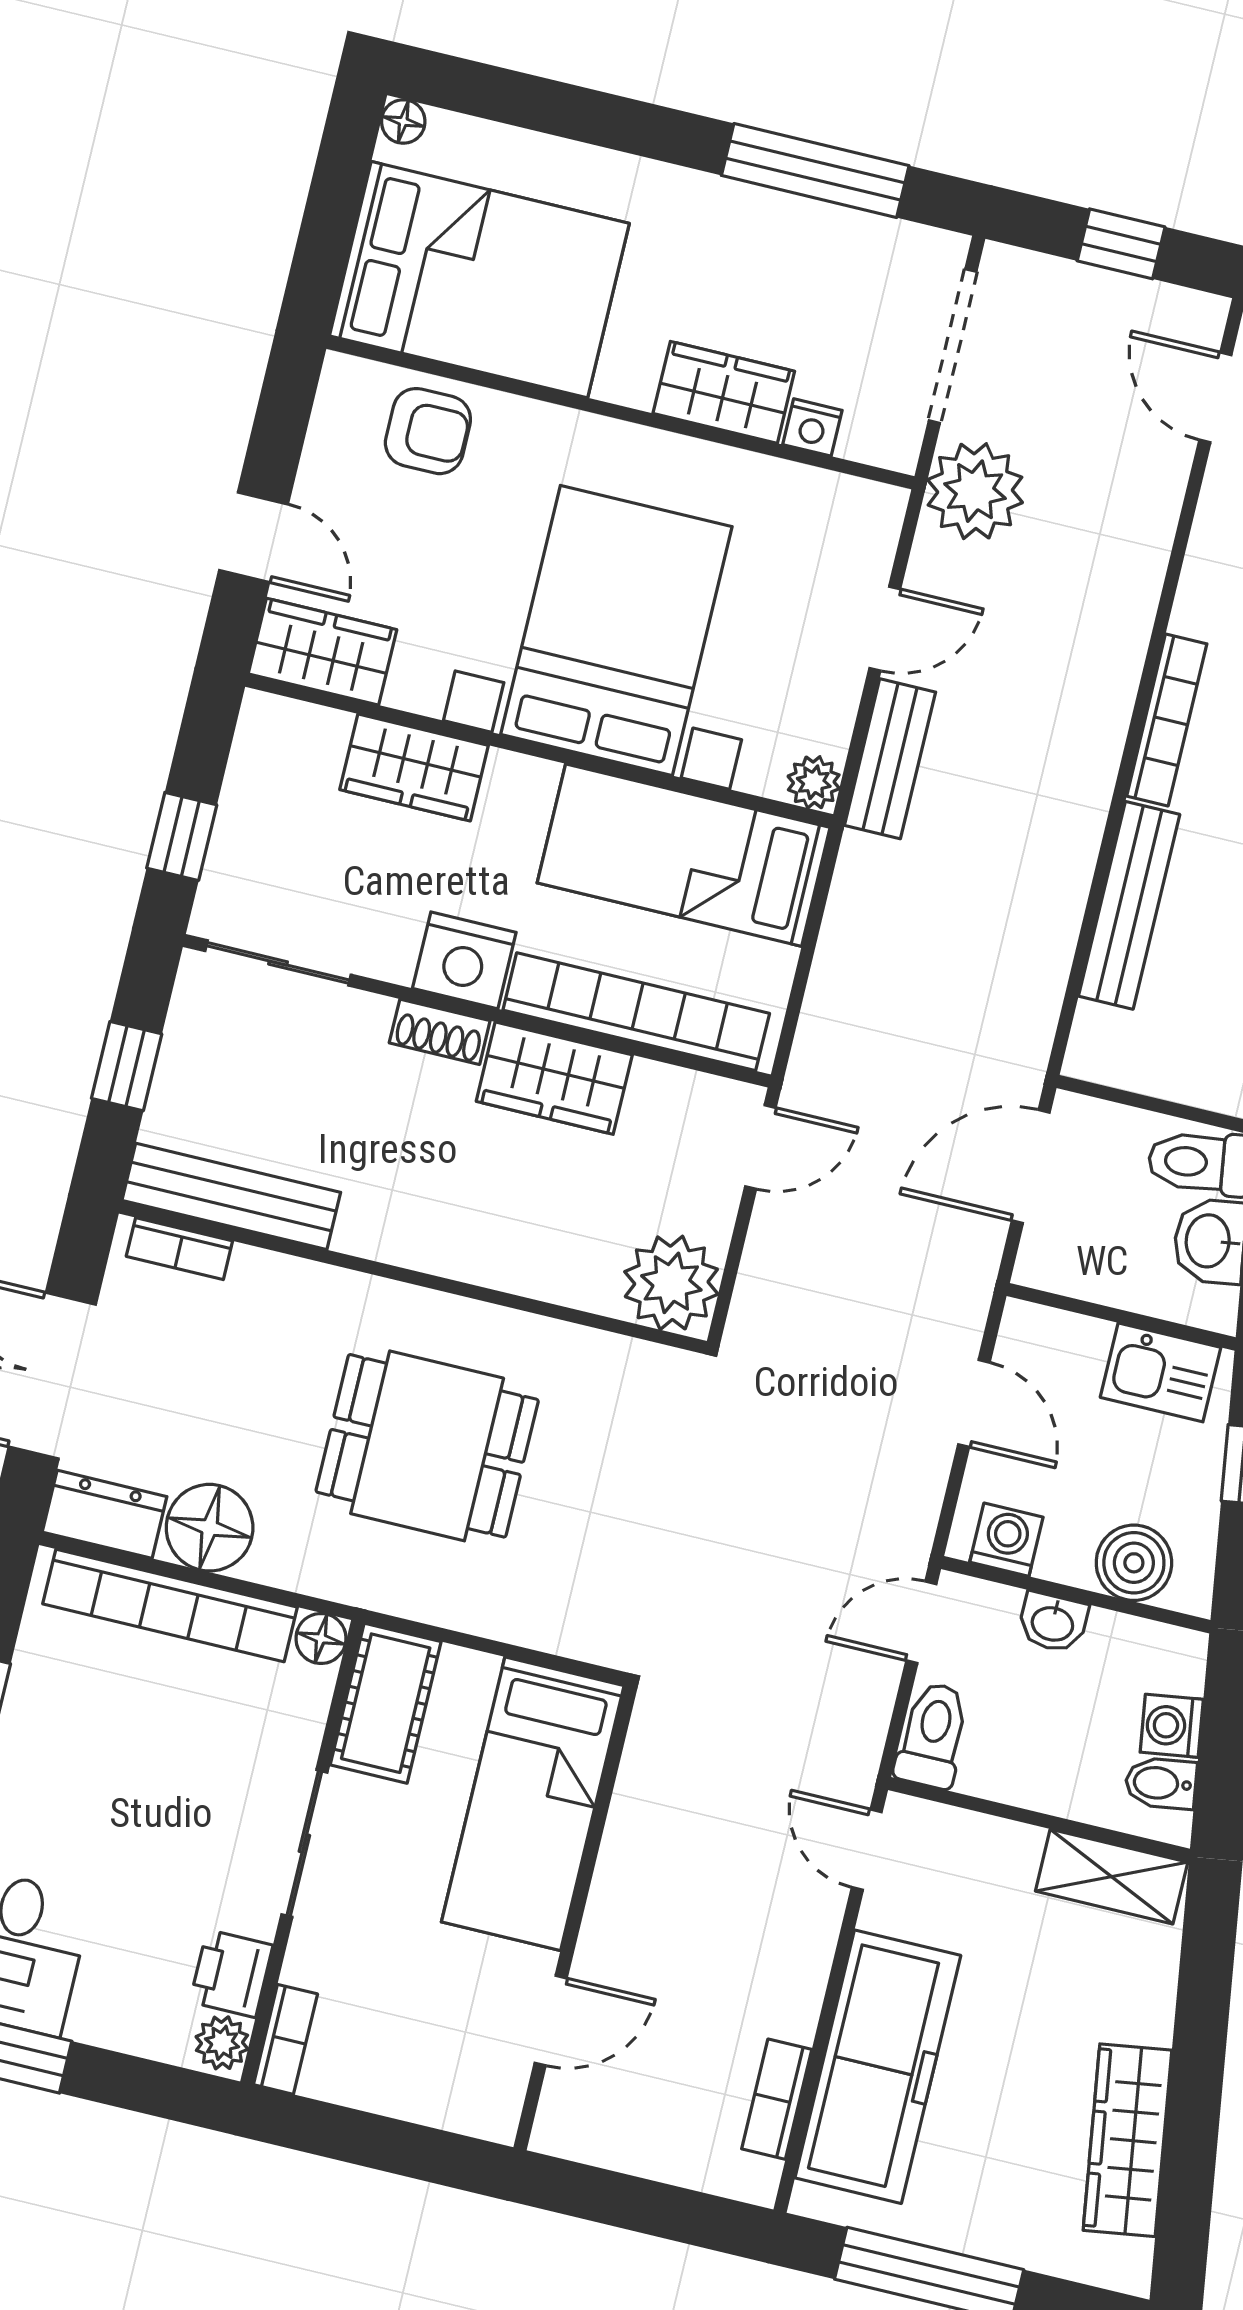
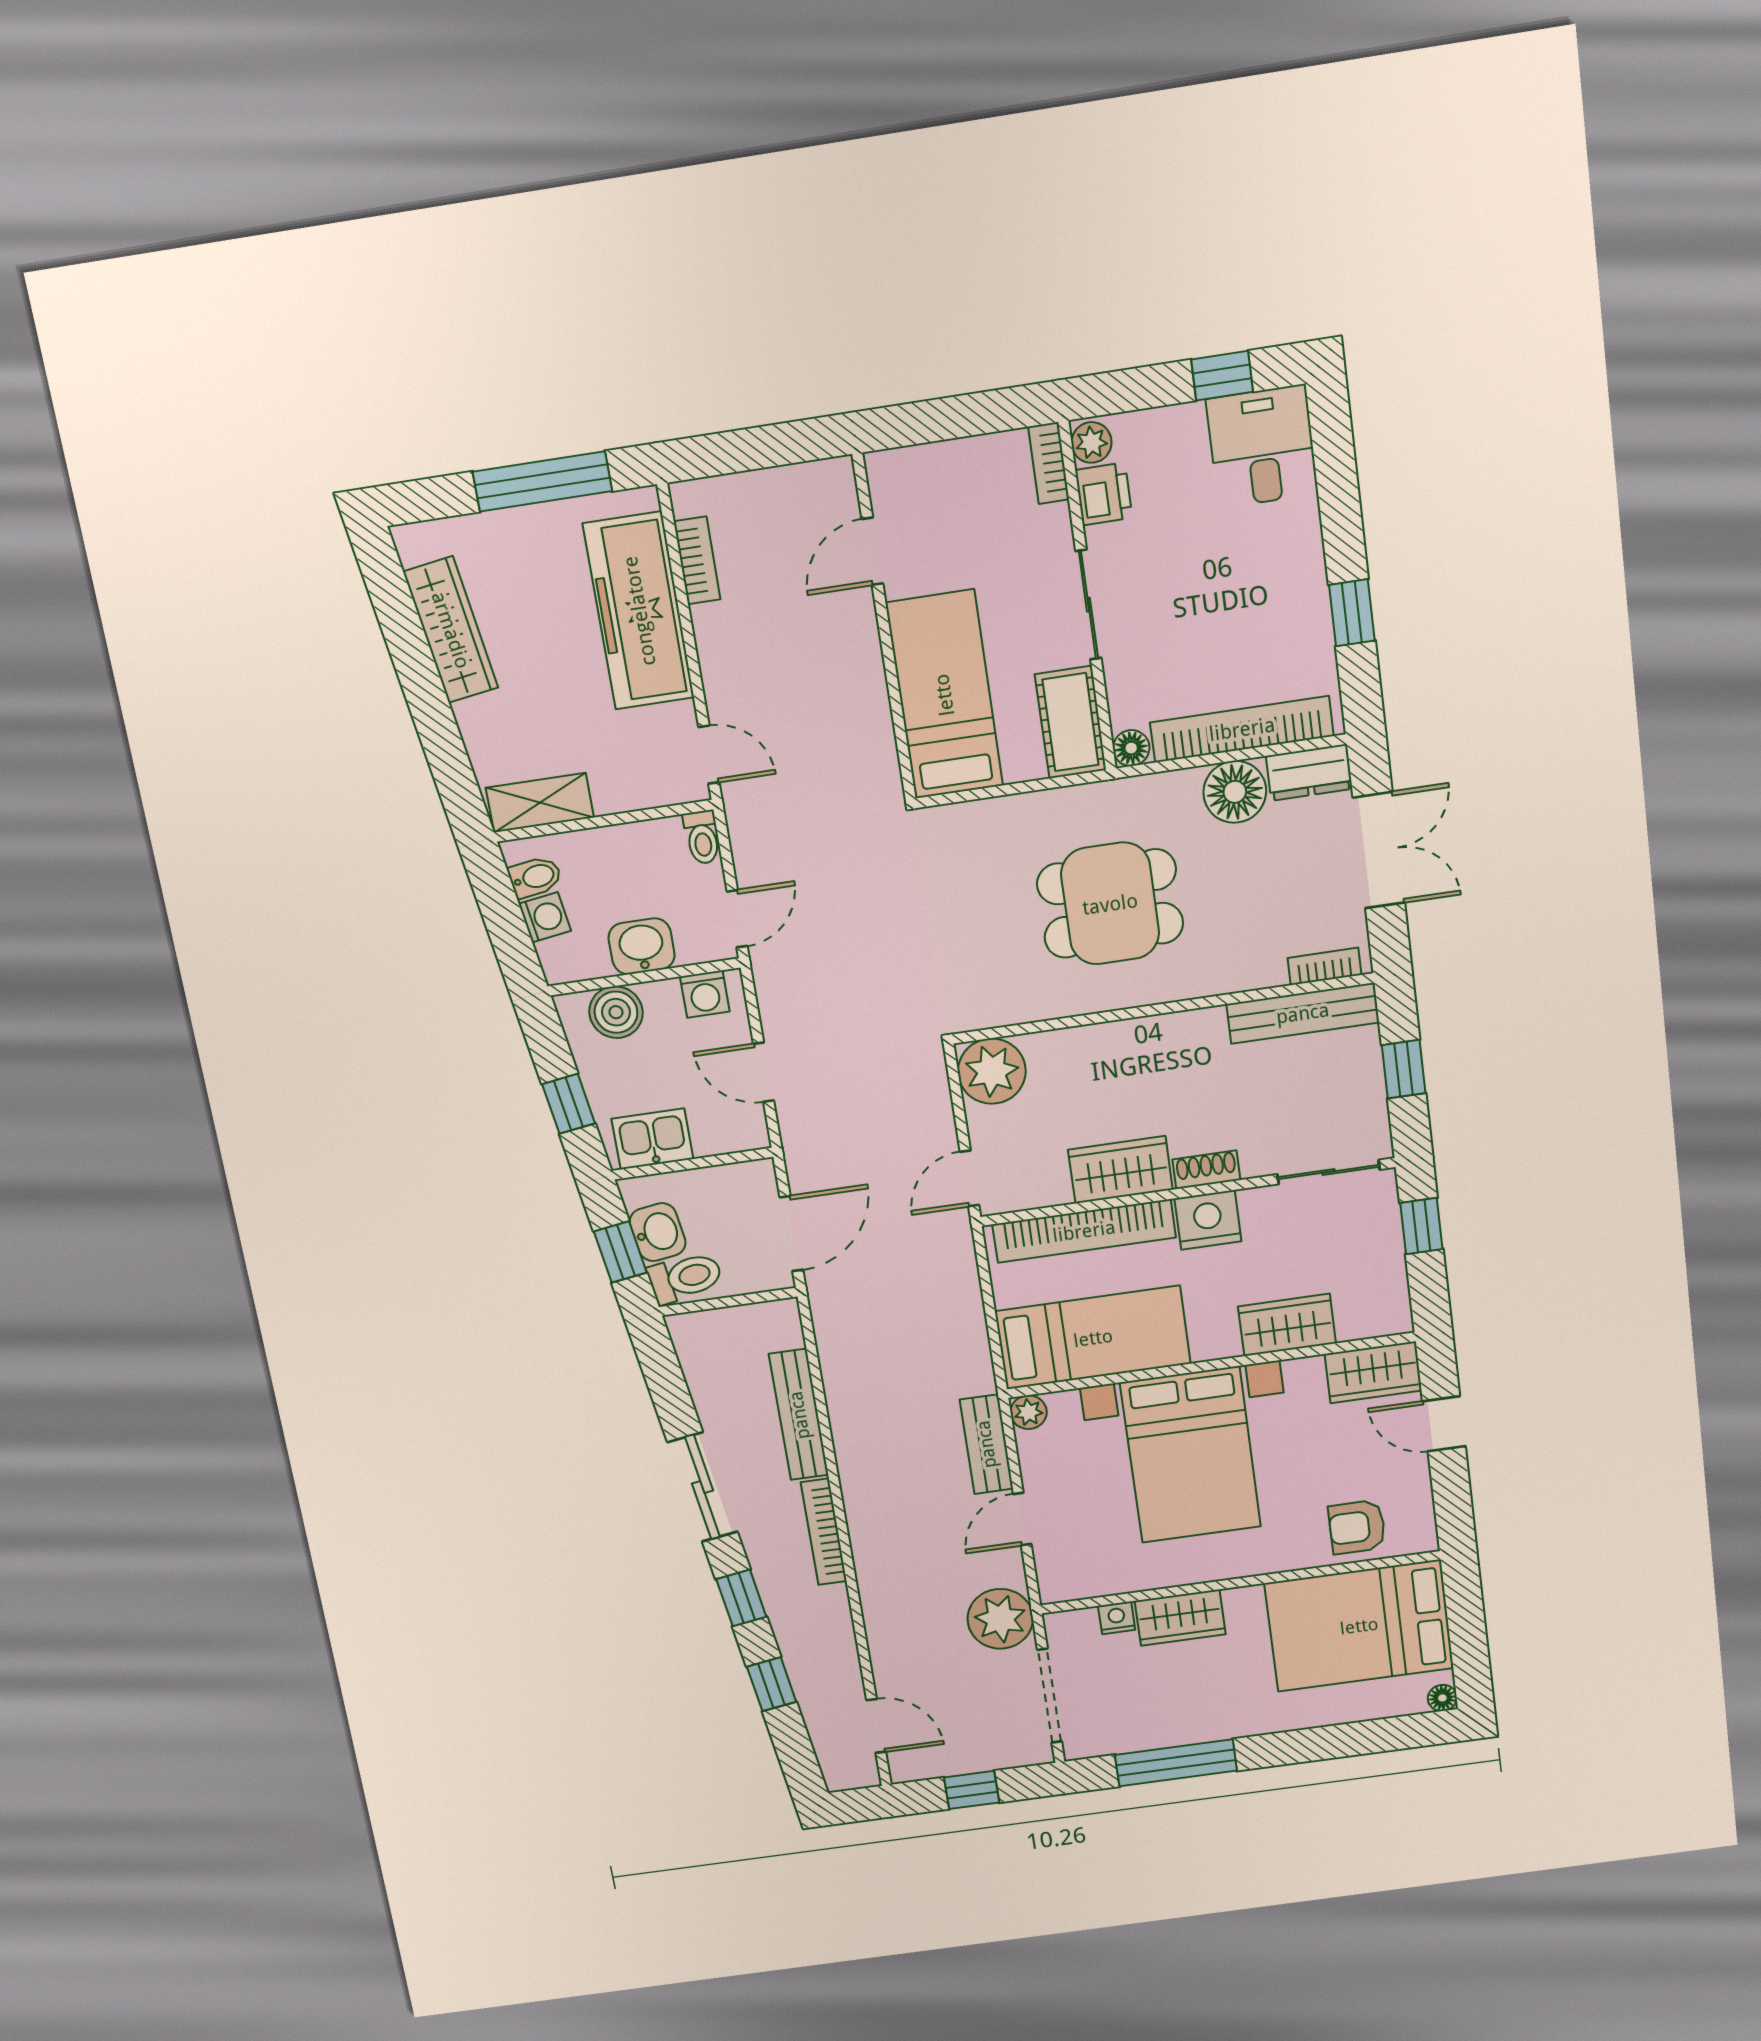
washbasin: (1053, 1622) -> (642, 946), width x1.38, depth x1.45
toilet: (933, 1735) -> (702, 837), width x0.73, depth x0.72

